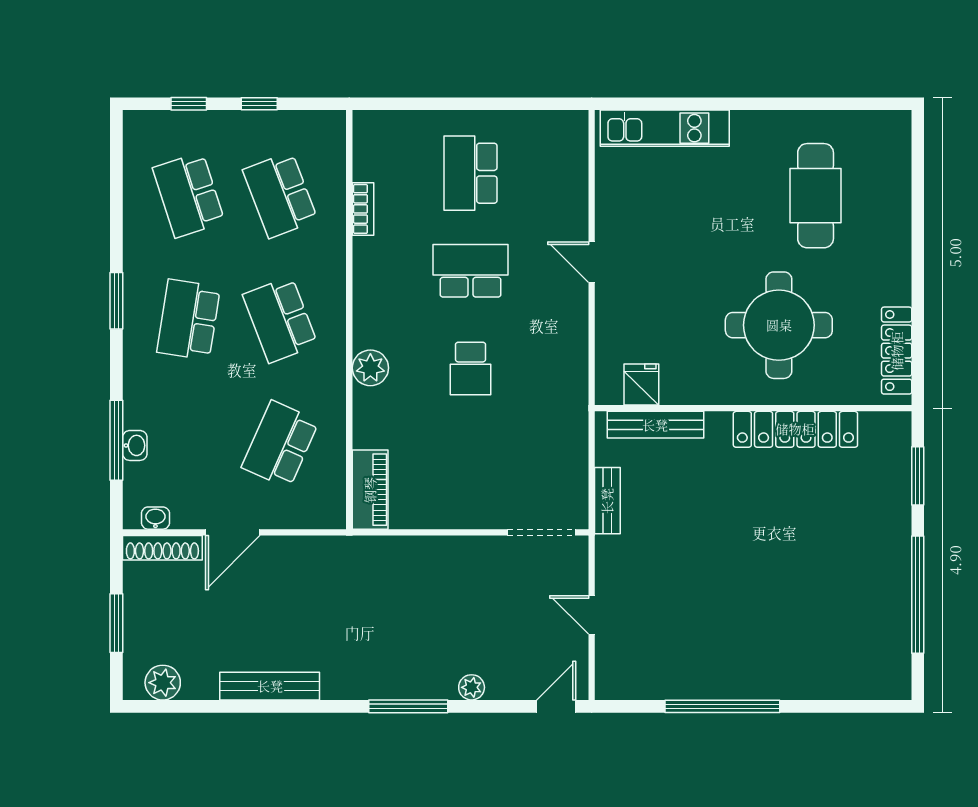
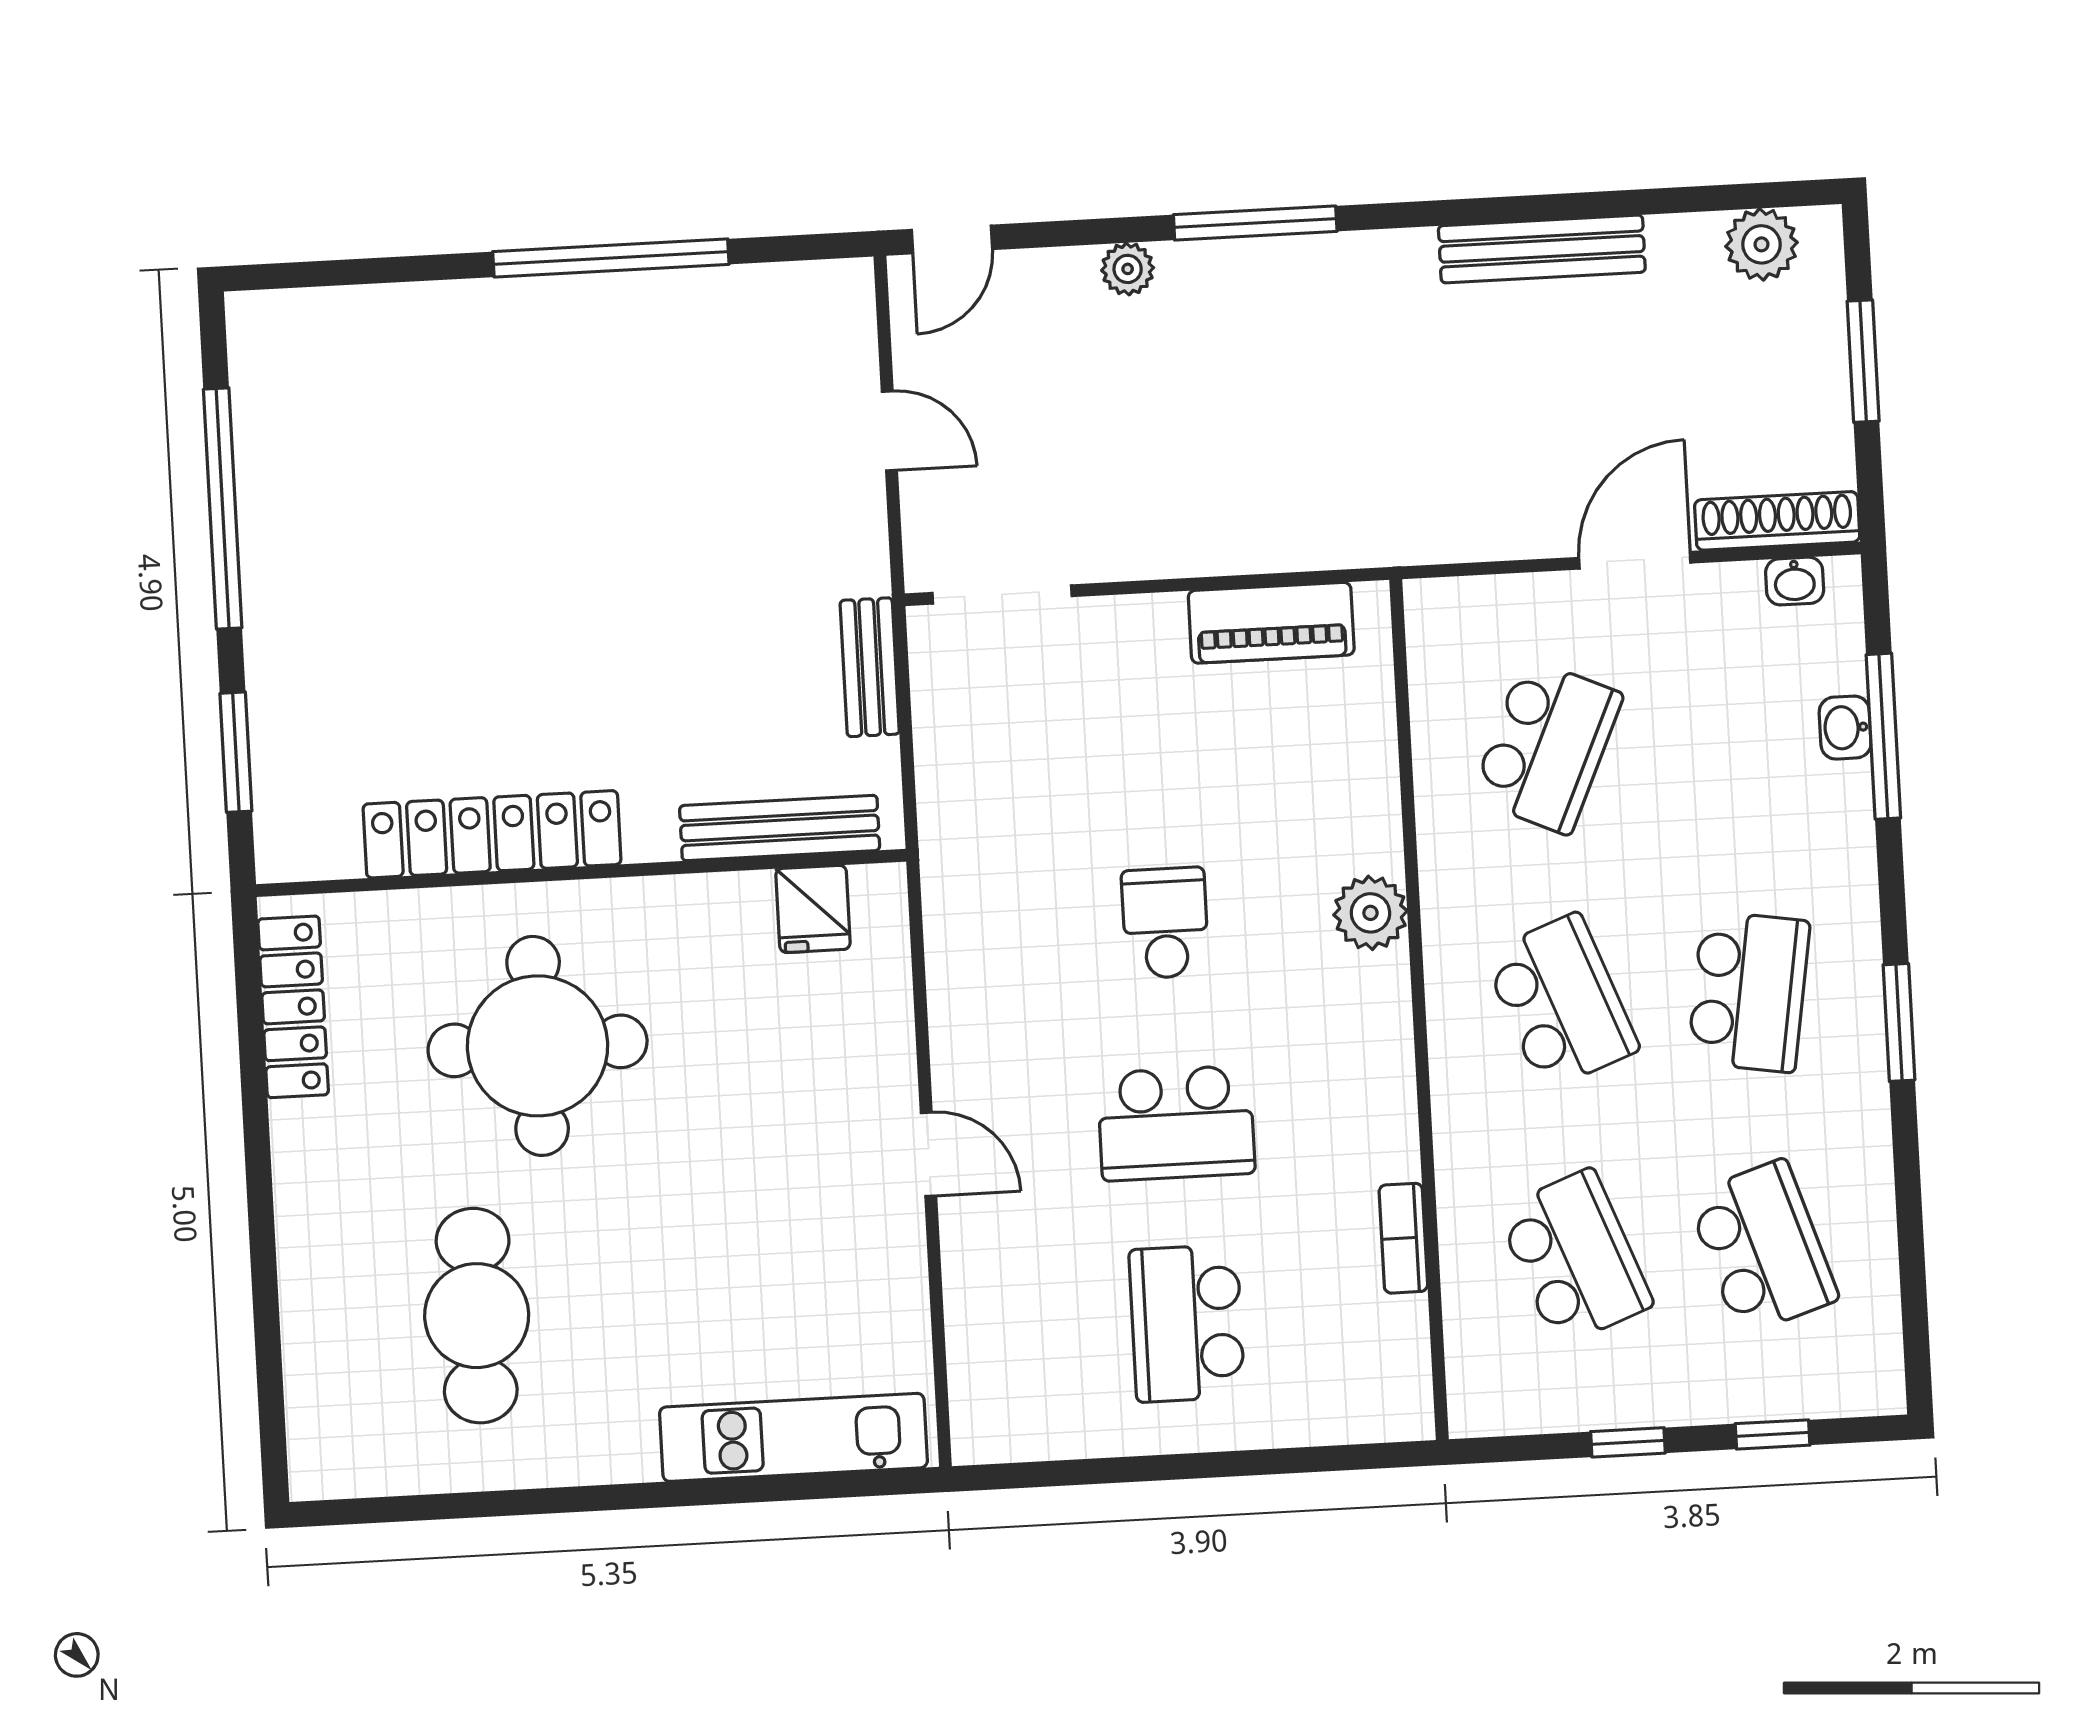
school desk: (470, 173) -> (1187, 1323), turned 180
piano: (370, 490) -> (1271, 623), moved, turned -90

